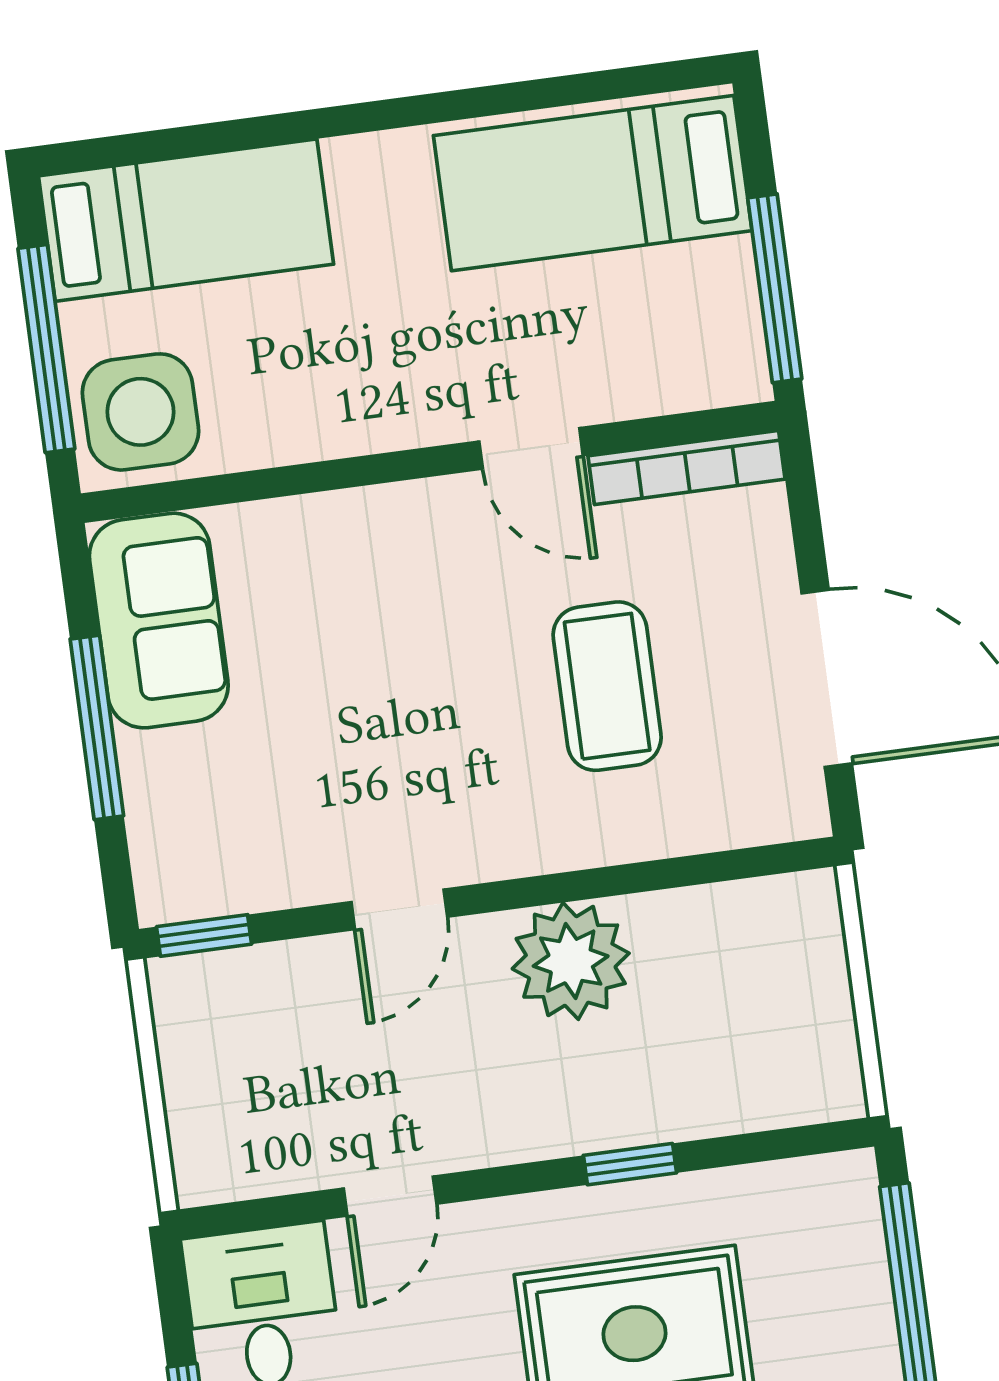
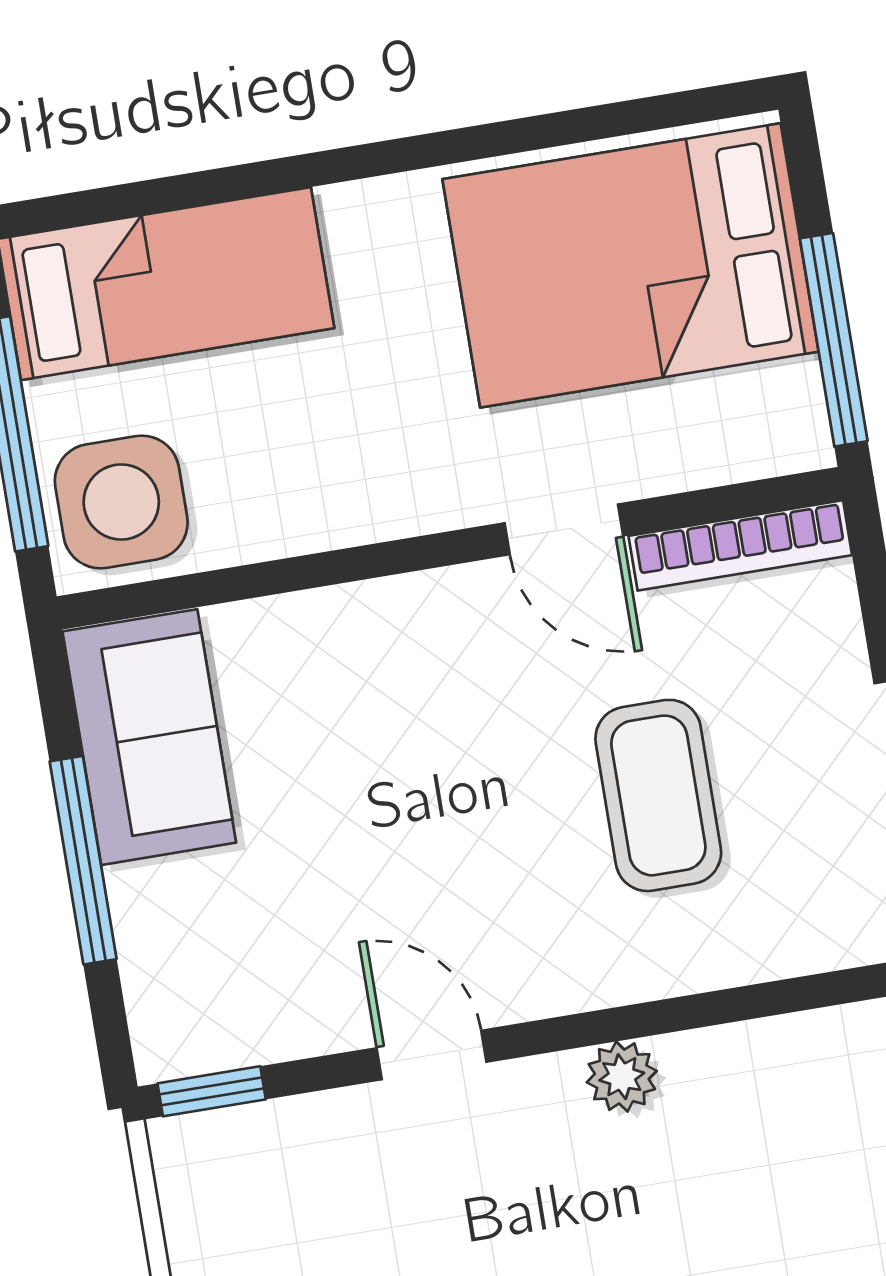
bed: (593, 183) -> (630, 265), width x1.50
door: (399, 909) -> (431, 1055), swing flipped
plant: (571, 961) -> (622, 1077), width x0.53, depth x0.53

